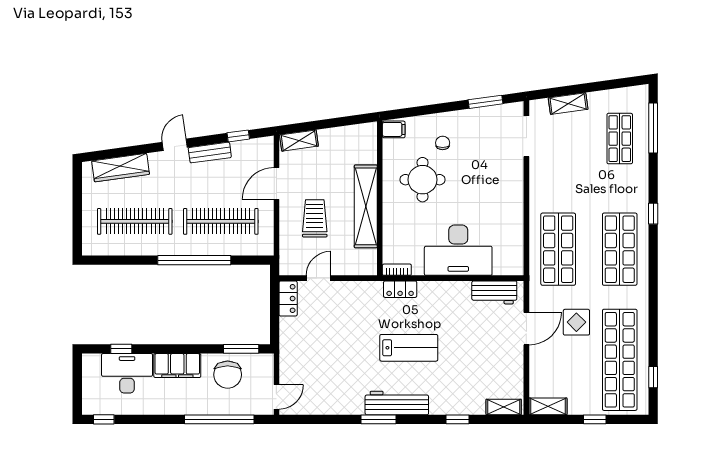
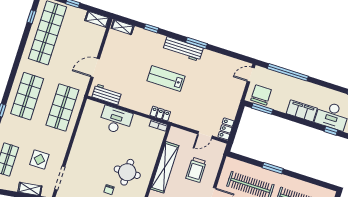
desk: (458, 250) -> (116, 120), width x0.73, depth x0.77
window: (194, 260) -> (273, 168), width x0.47
display table: (576, 322) -> (39, 159), moved
chair: (228, 375) -> (261, 95), moved

